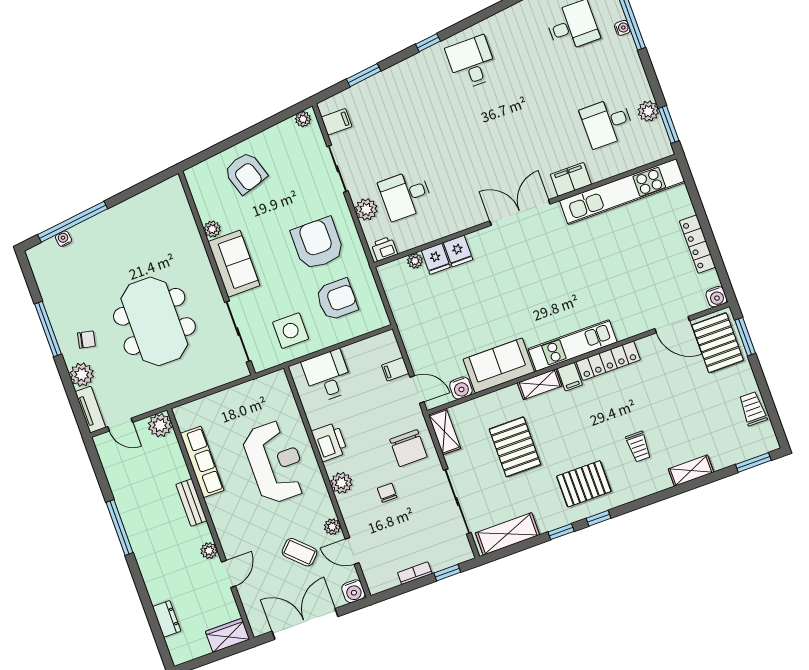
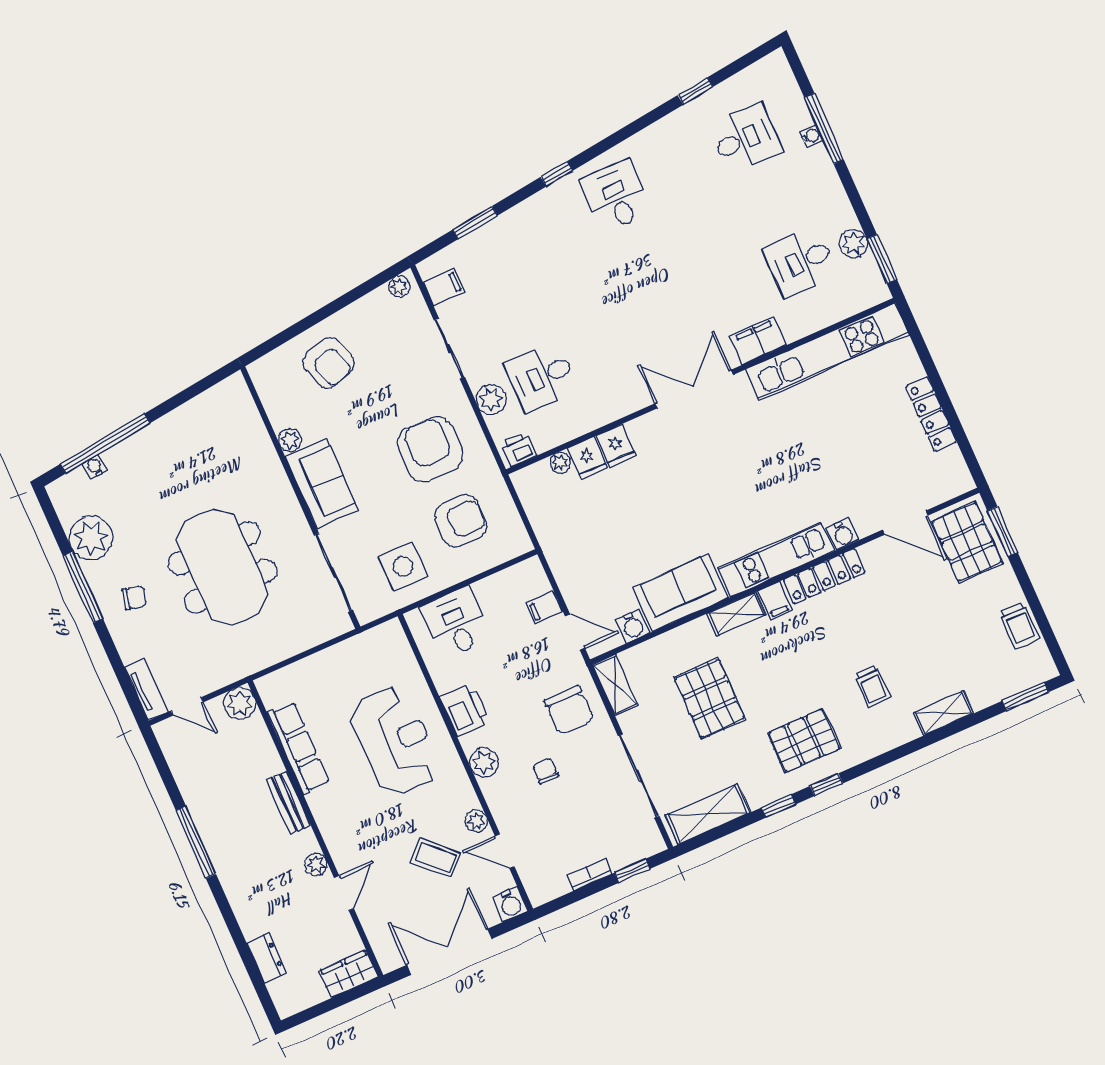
water cooler: (716, 297) -> (843, 534), moved
plant: (82, 375) -> (91, 538), moved, width x1.36, depth x1.36
trolley: (753, 409) -> (1020, 626), turned 180

